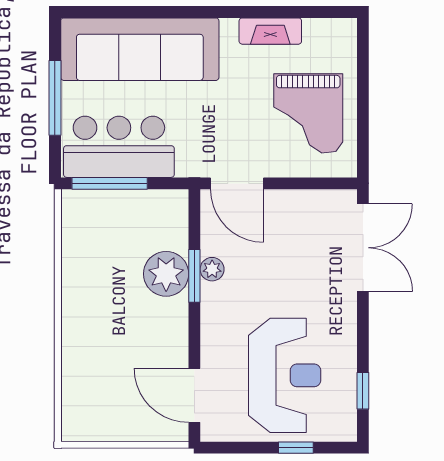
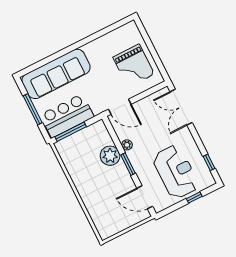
fireplace: (270, 31) -> (103, 41), removed
double door: (363, 248) -> (181, 107), swing flipped
window: (194, 276) -> (128, 164), moved

